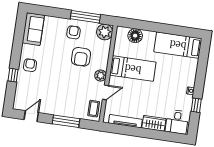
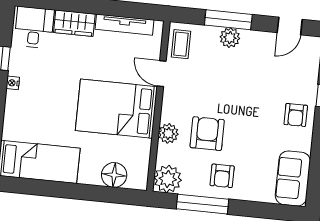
bed: (133, 69) -> (116, 109), width x1.50
plant: (101, 75) -> (168, 133), moved
door: (105, 92) -> (162, 74), hinge flipped
plant: (66, 111) -> (230, 38), added

